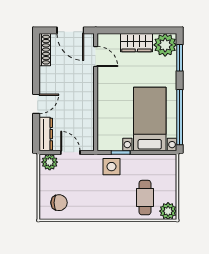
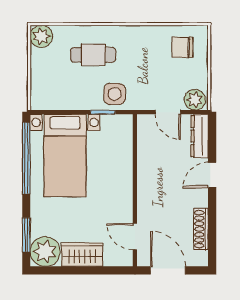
shoe rack: (45, 50) -> (201, 229), moved
cafe table: (145, 198) -> (93, 55), moved, turned 90

